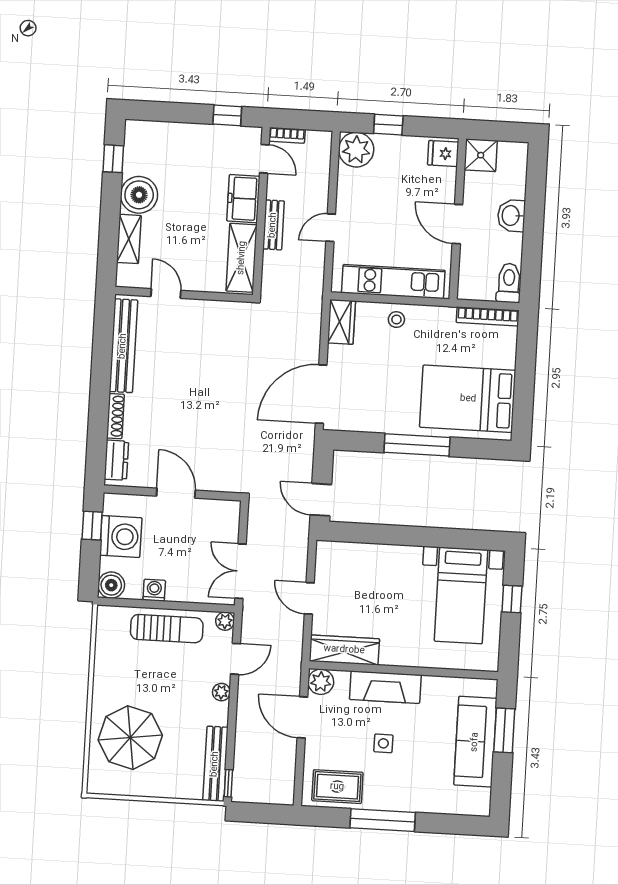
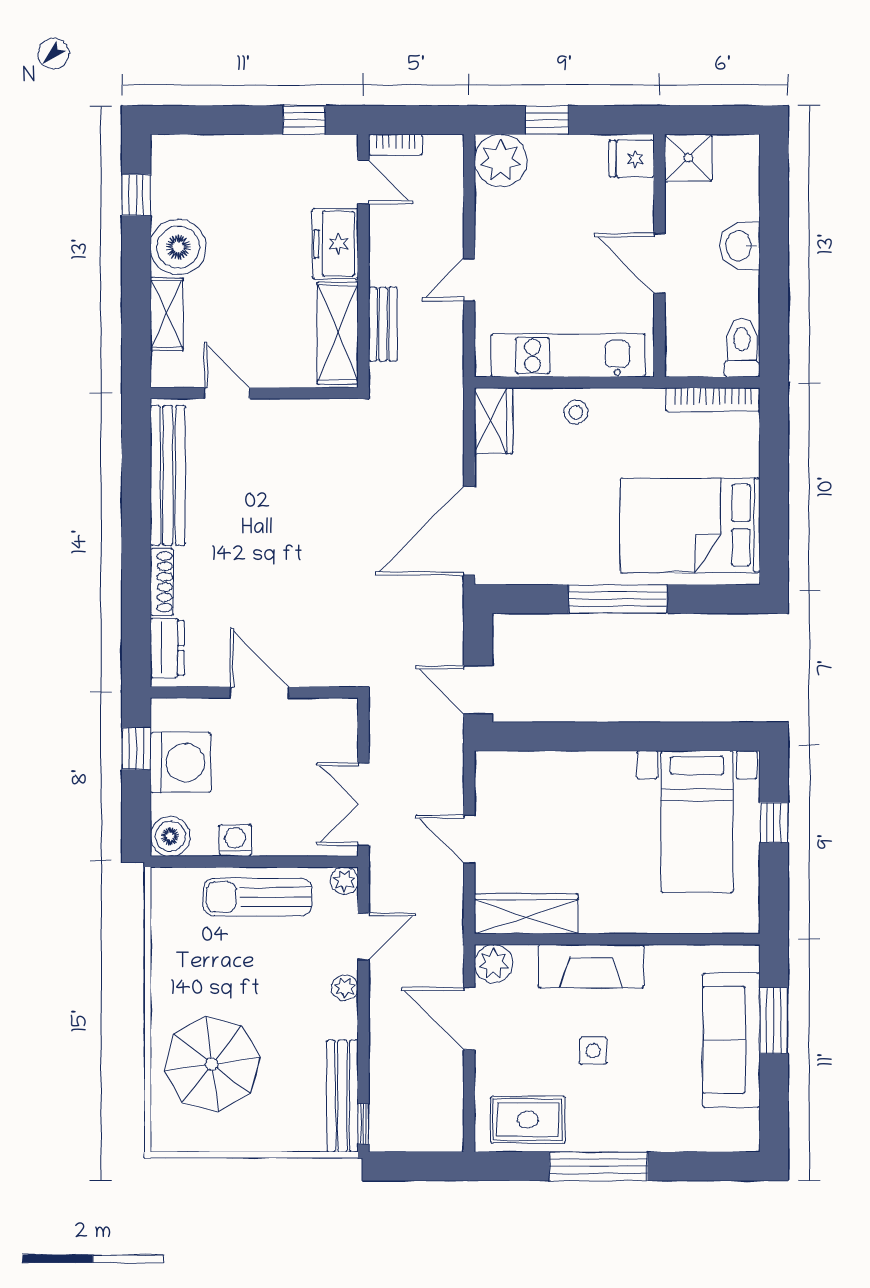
bench: (273, 225) -> (383, 324), moved
sun lounger: (167, 629) -> (257, 897), turned 180

